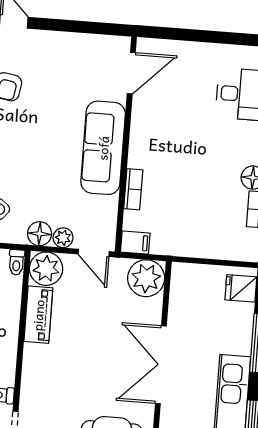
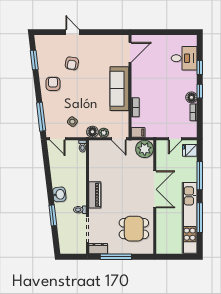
door: (212, 262) -> (175, 139), added
plant: (46, 269) -> (97, 148), removed
piano: (38, 315) -> (95, 195), moved
double door: (161, 365) -> (155, 189), swing flipped

